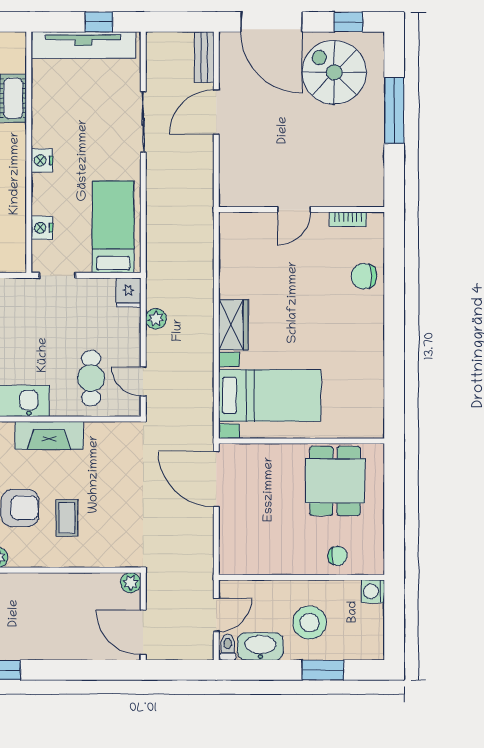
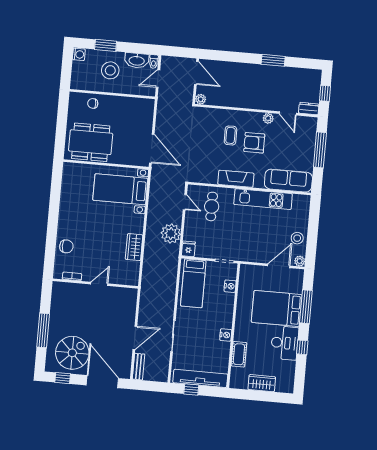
spiral stairs: (334, 72) -> (72, 353), turned -90
nightstand: (42, 160) -> (226, 335), moved
plant: (156, 319) -> (171, 234), width x1.87, depth x1.87
wardrobe: (233, 325) -> (134, 247), moved
dining table: (335, 481) -> (91, 142), width x1.37
washing machine: (373, 591) -> (79, 54), moved

